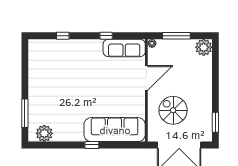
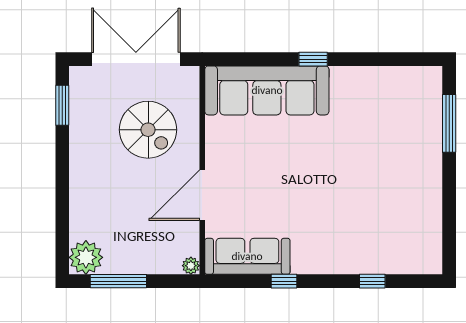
window: (176, 36) -> (118, 281), moved
plant: (44, 133) -> (410, 83), removed

